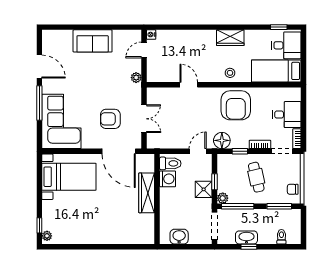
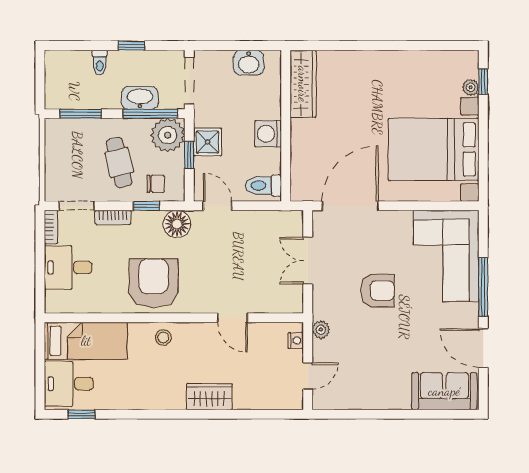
nightstand: (151, 35) -> (296, 340), moved
wardrobe: (230, 38) -> (209, 397), moved
sofa: (93, 41) -> (444, 391), moved
armchair: (110, 119) -> (378, 291), moved
door: (119, 151) -> (350, 206), hinge flipped
door: (198, 151) -> (217, 206), swing flipped
bed with nightstands: (69, 177) -> (434, 149), width x1.36
washing machine: (168, 179) -> (268, 134), moved
chair: (293, 189) -> (156, 184), moved
wardrobe: (147, 193) -> (303, 84), moved
plant: (223, 198) -> (168, 135), width x1.88, depth x1.88
plant: (47, 236) -> (471, 87), moved
washbasin: (246, 237) -> (140, 98), moved, turned 180
toilet: (281, 237) -> (100, 62), moved

